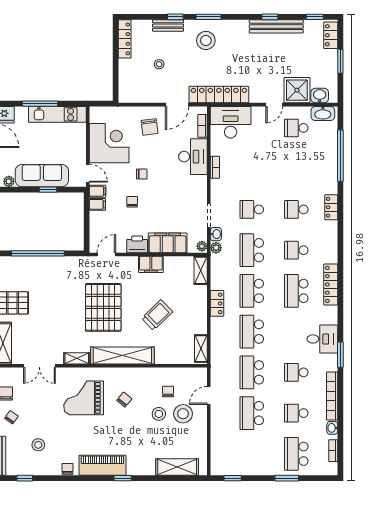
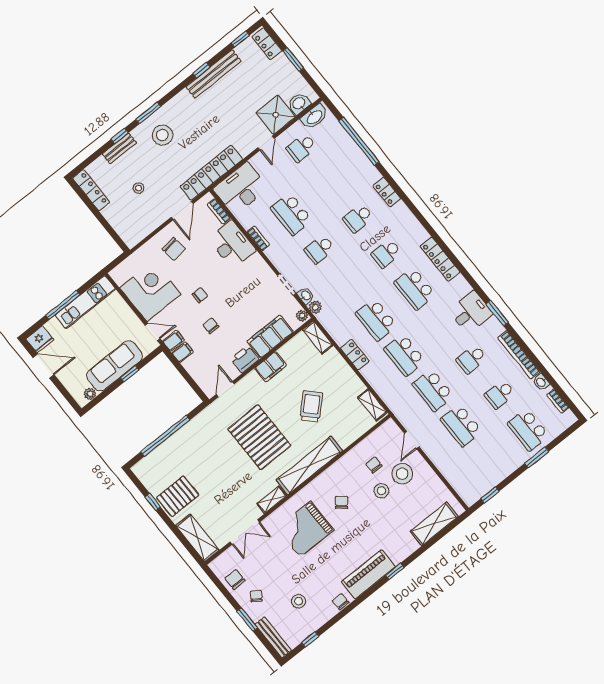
school desk: (252, 250) -> (291, 214), moved

